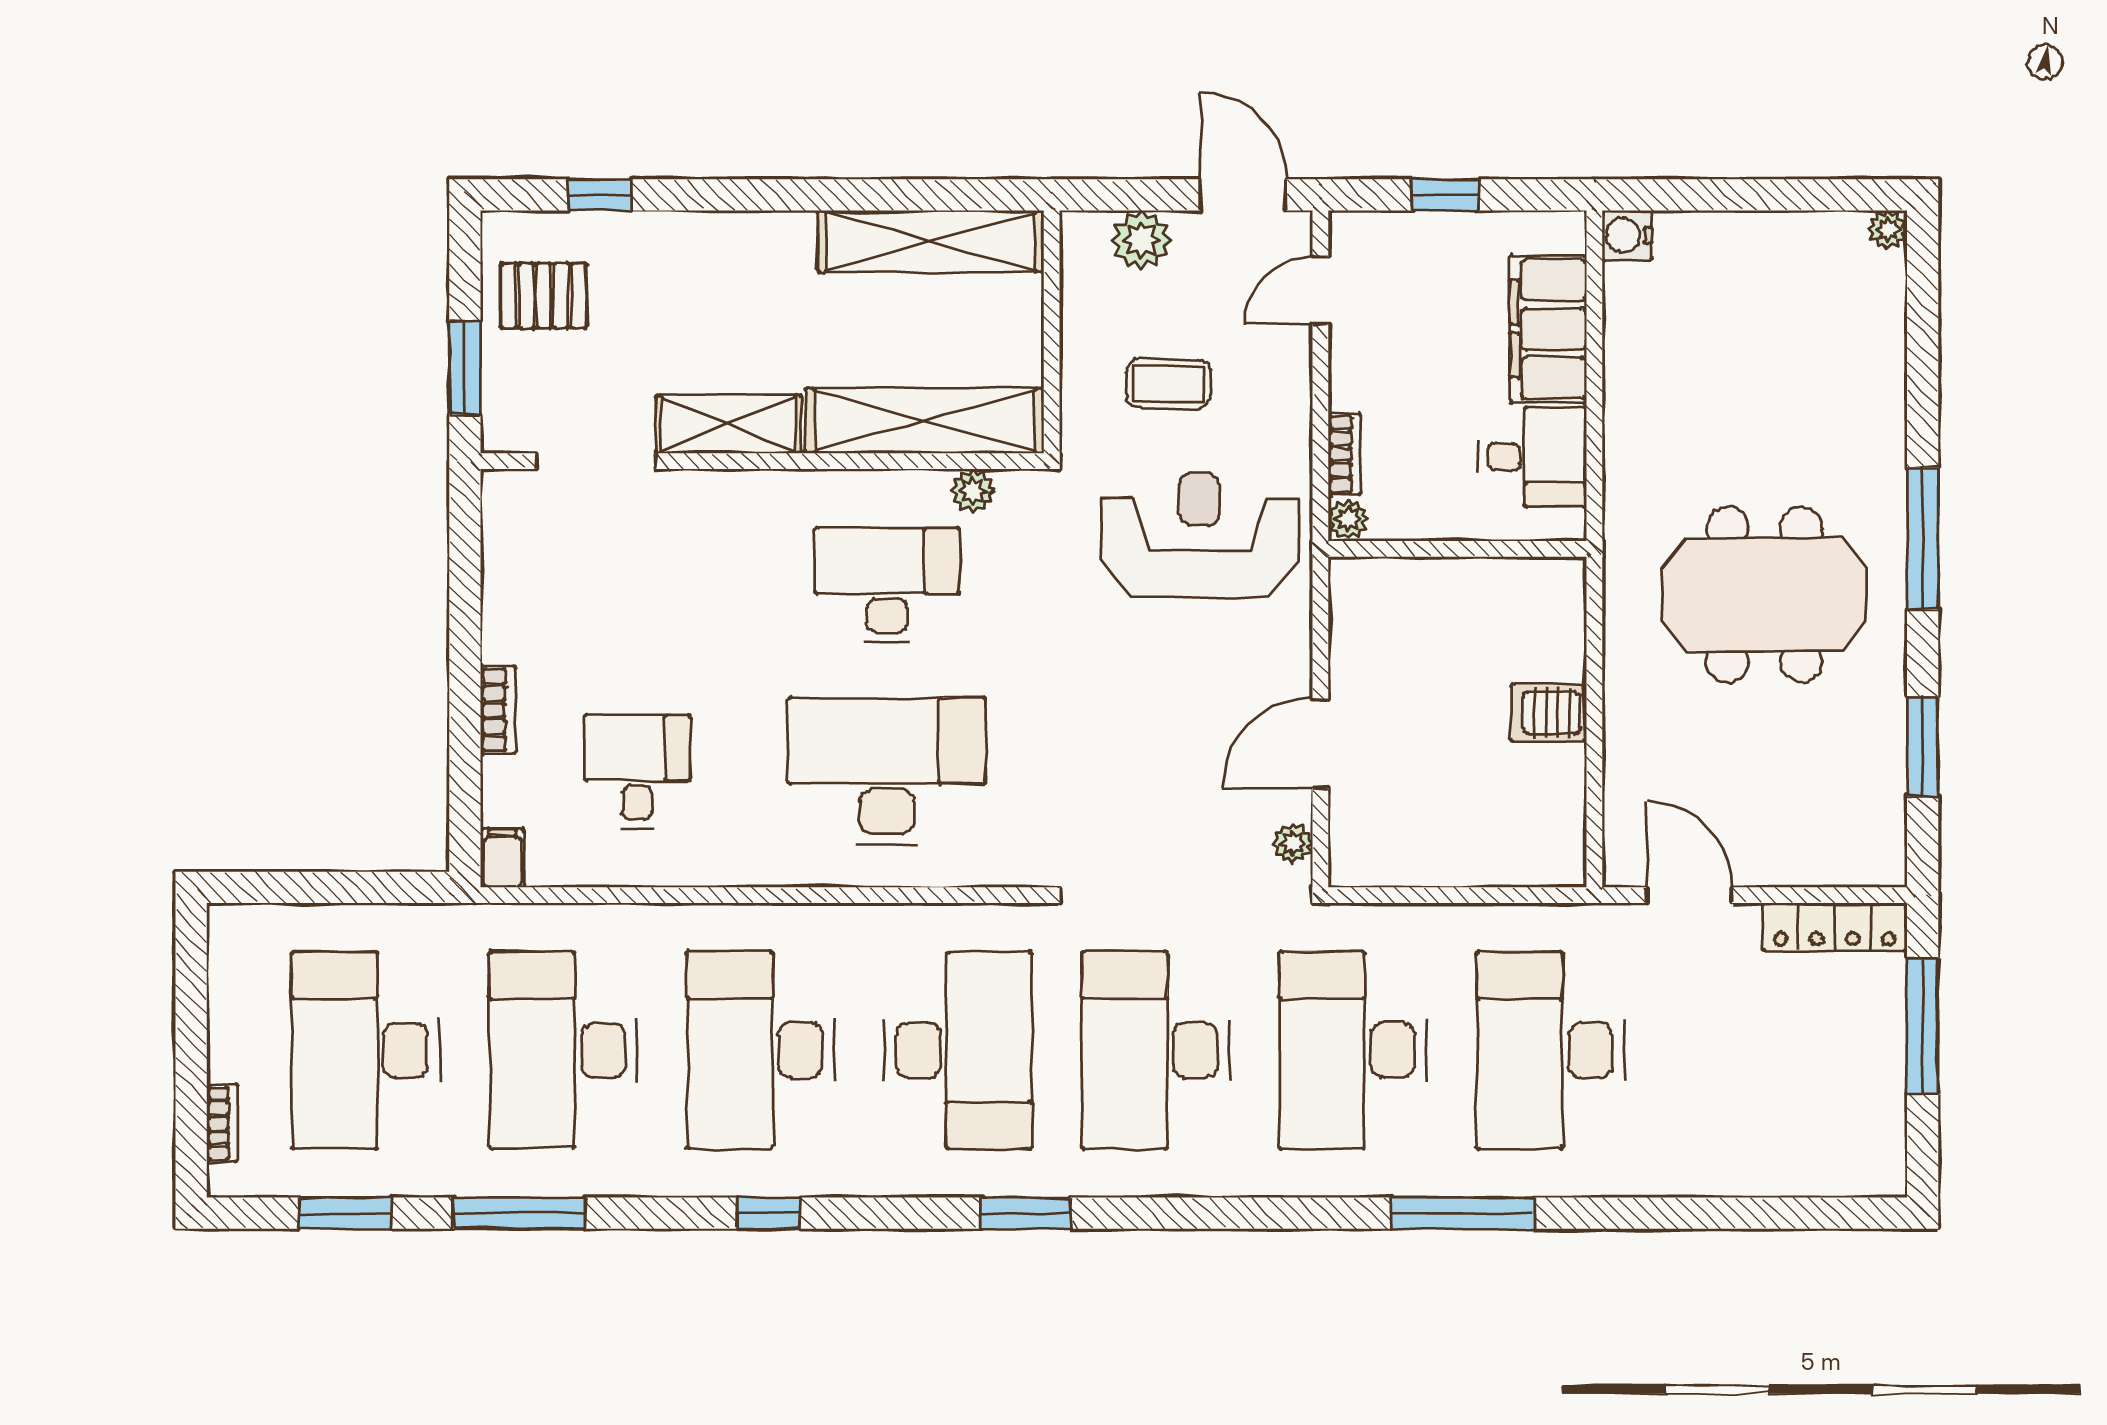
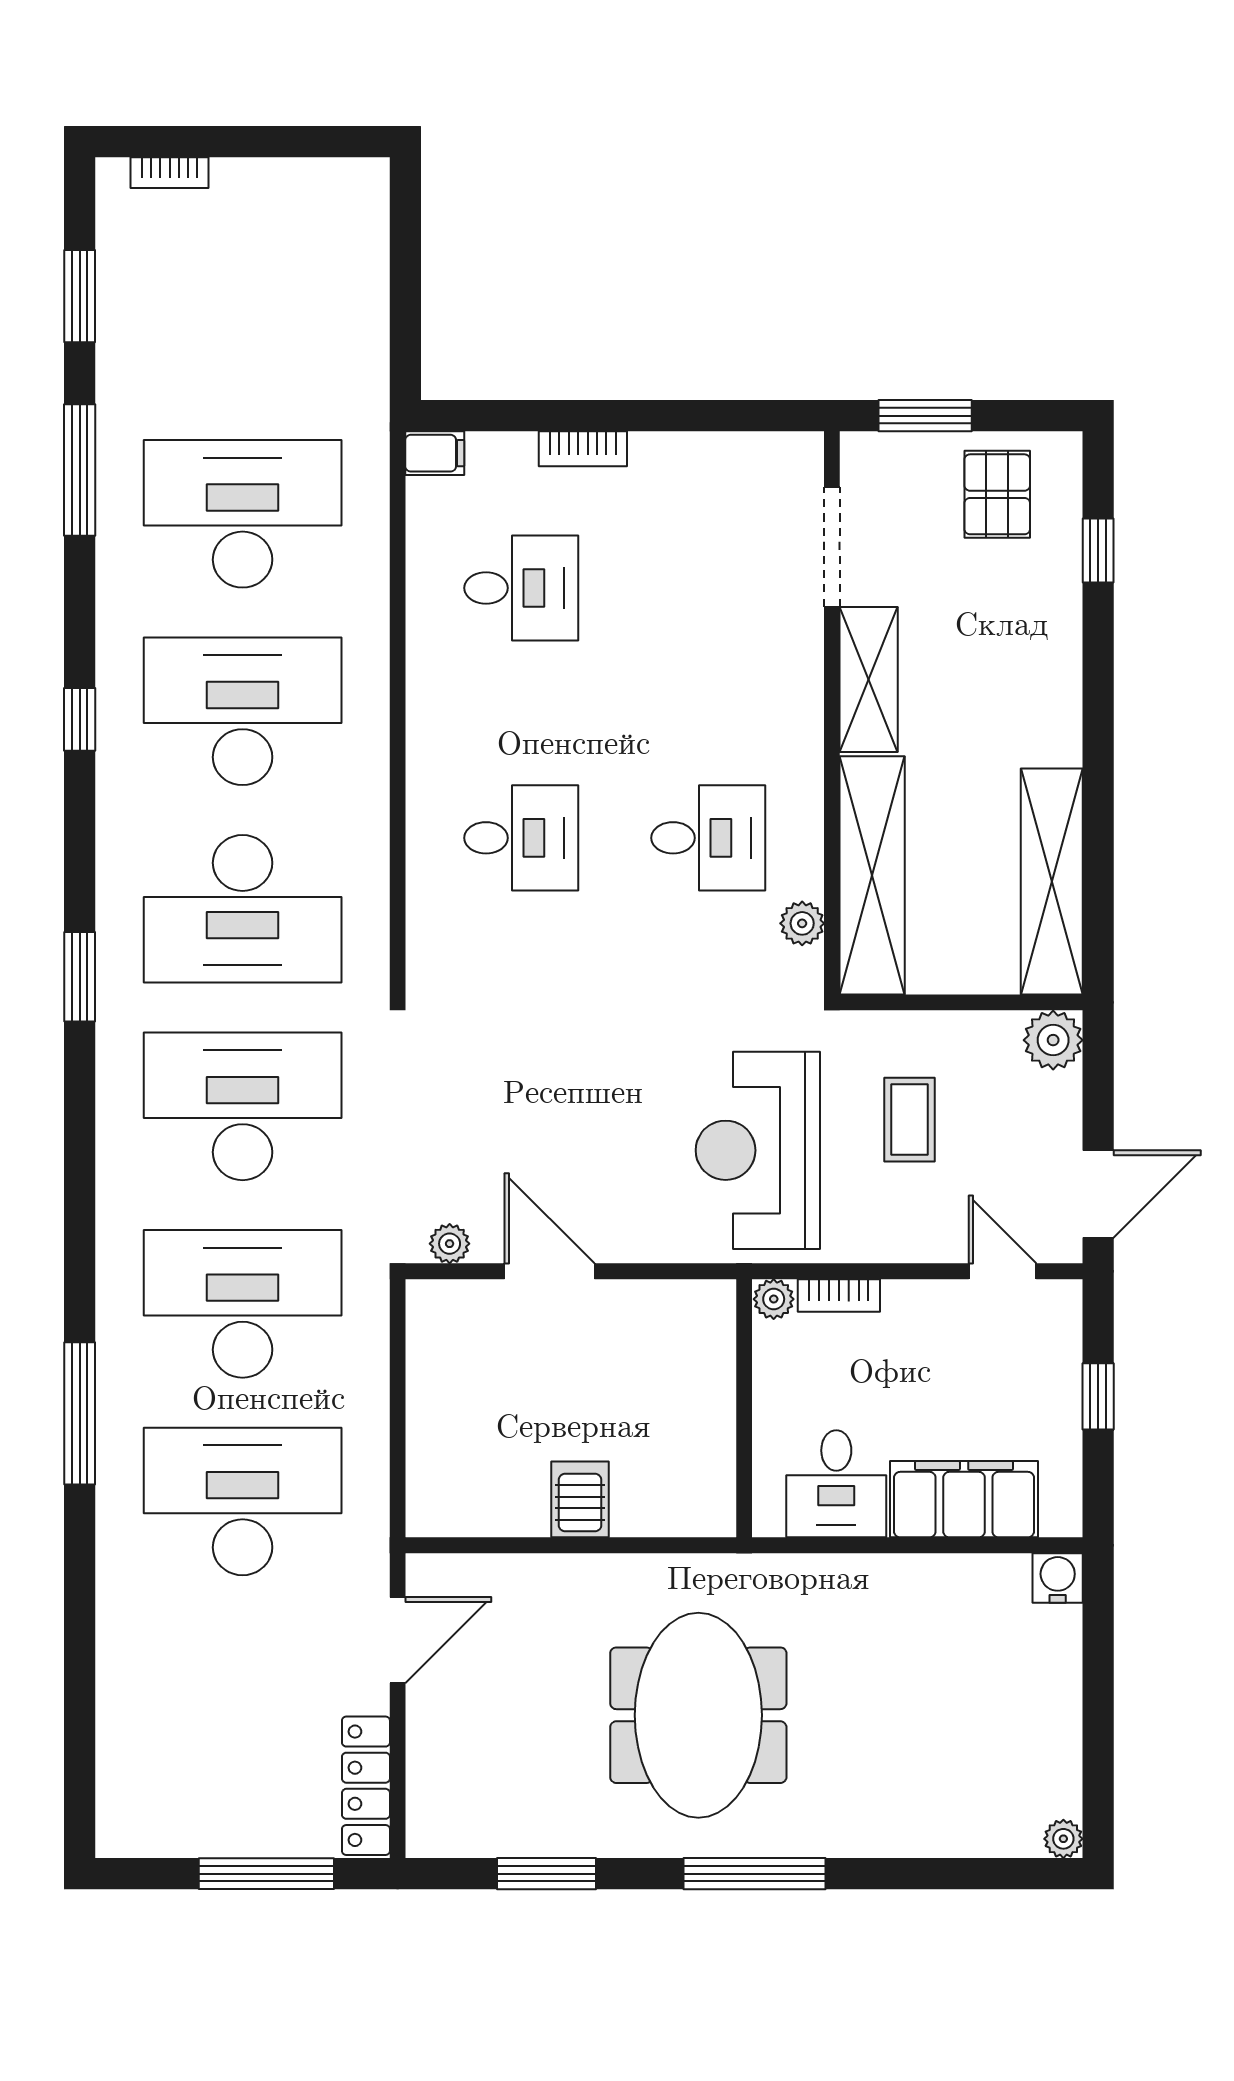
plant: (1141, 240) -> (1053, 1040), moved
reception desk: (1199, 535) -> (758, 1150), turned 180
desk: (887, 585) -> (708, 838), width x0.73
desk: (887, 772) -> (521, 838), width x0.53, depth x0.77
desk: (366, 1050) -> (243, 316), removed

